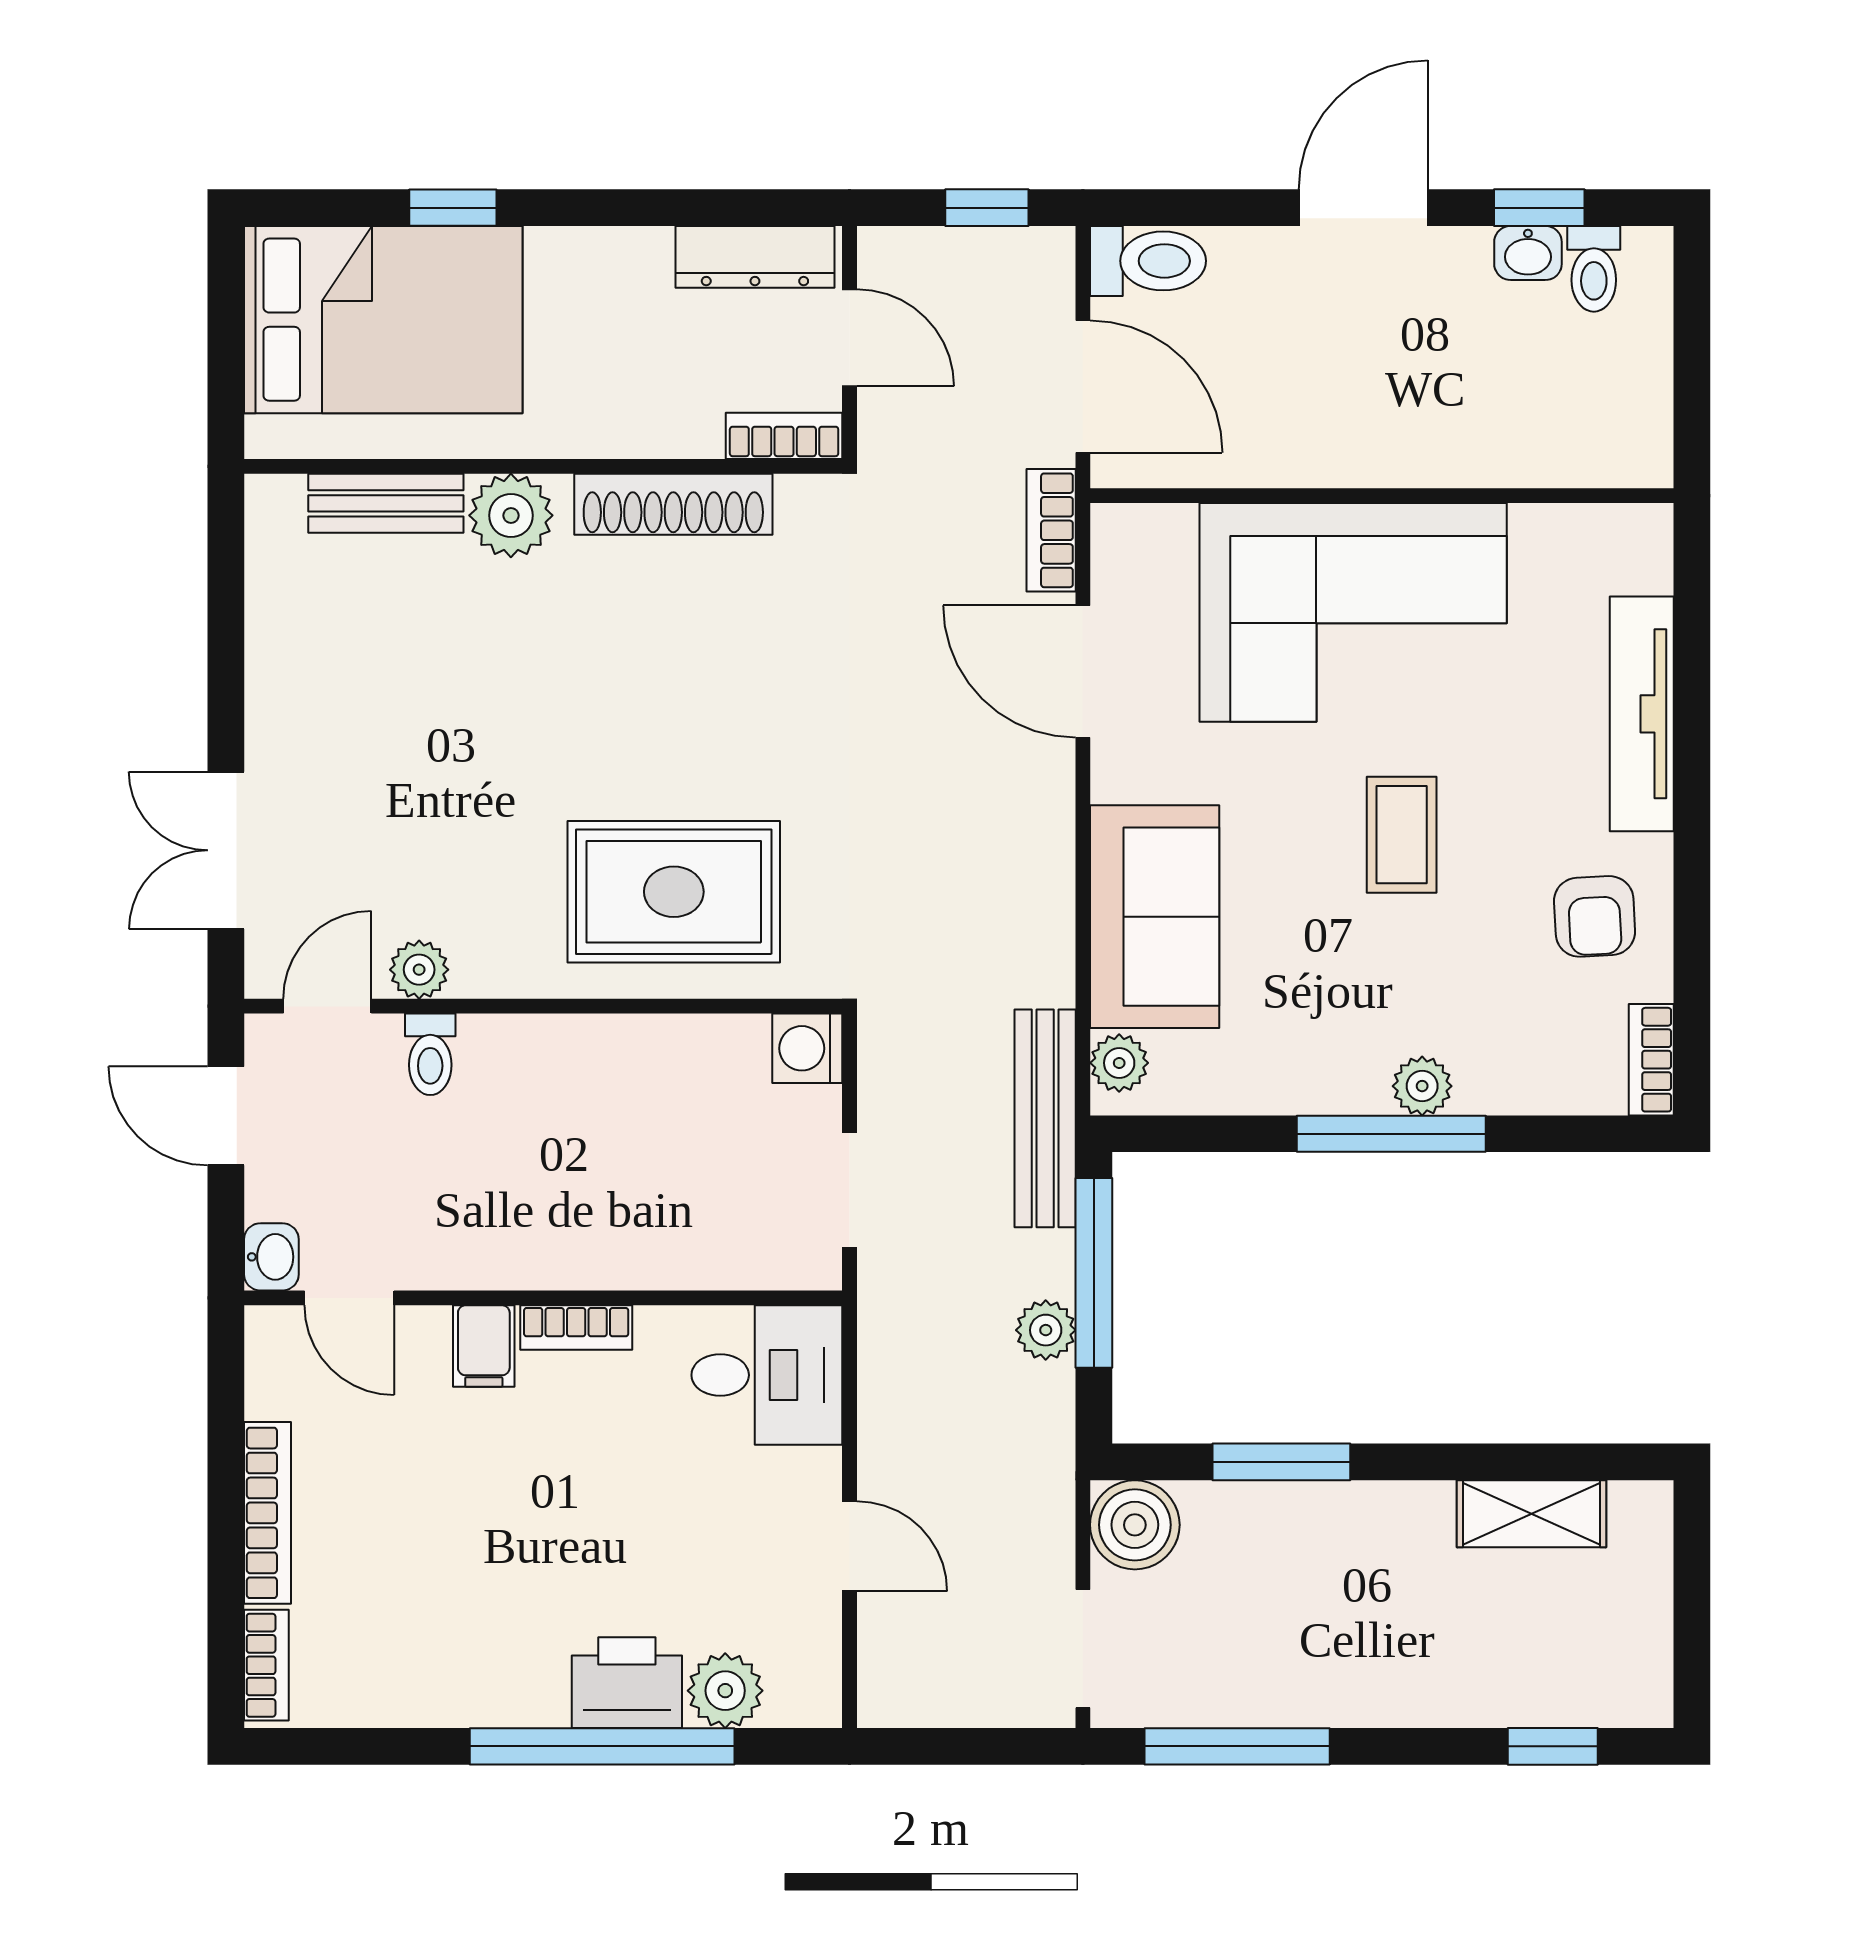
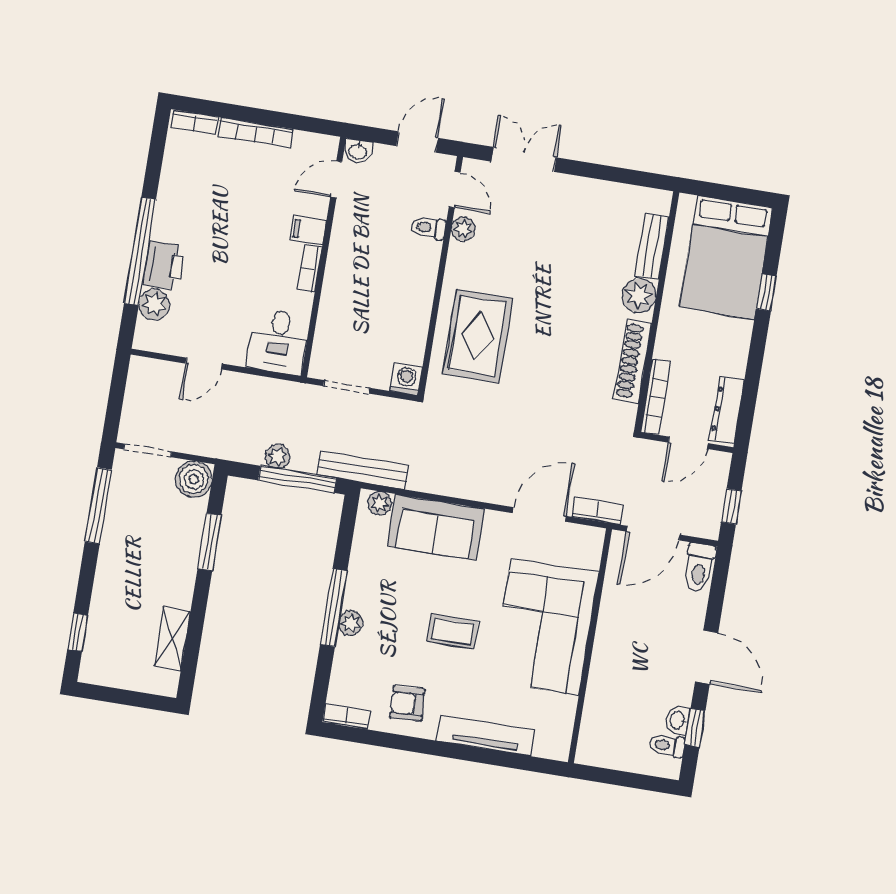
bookcase: (784, 436) -> (655, 397), width x1.56

